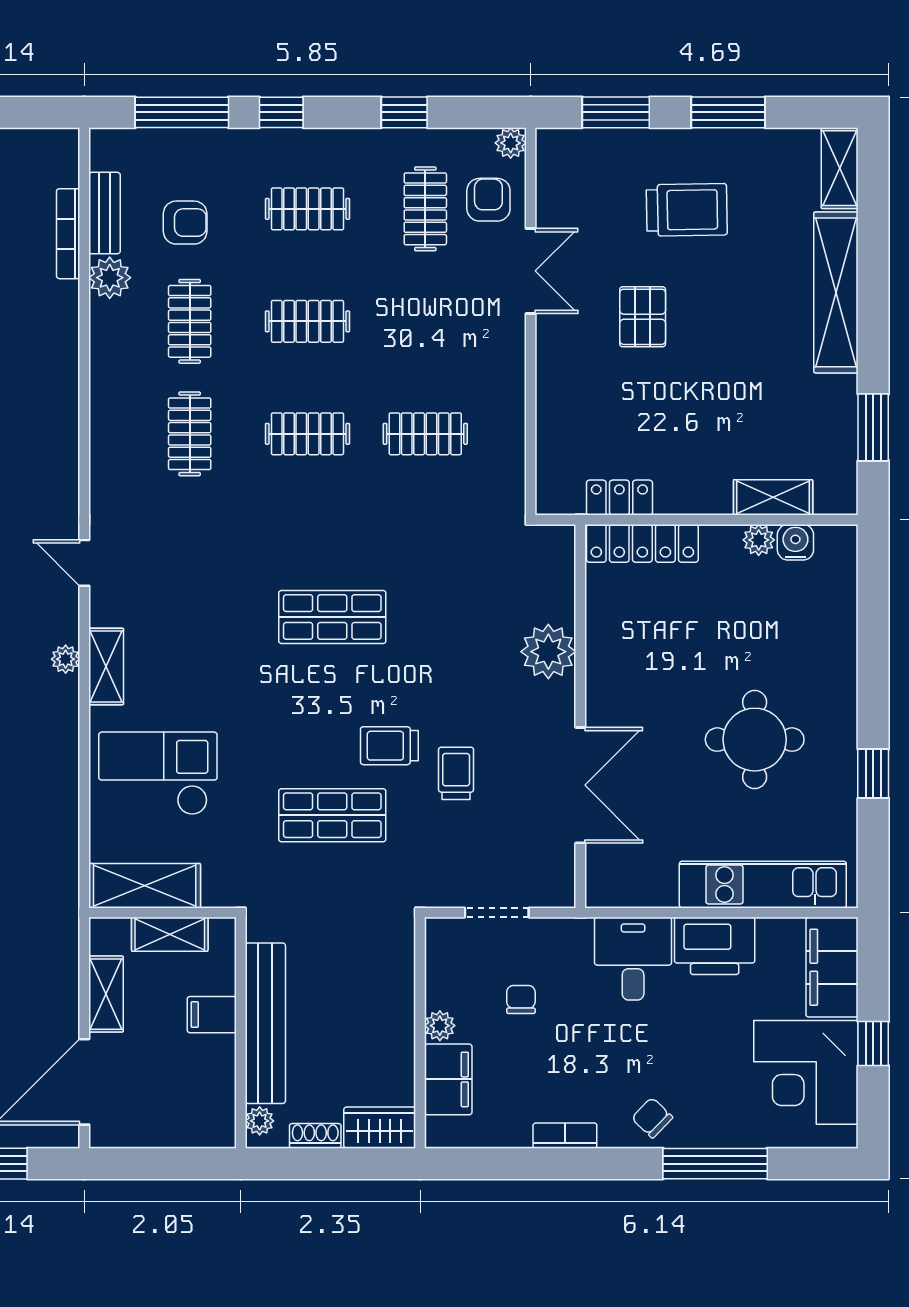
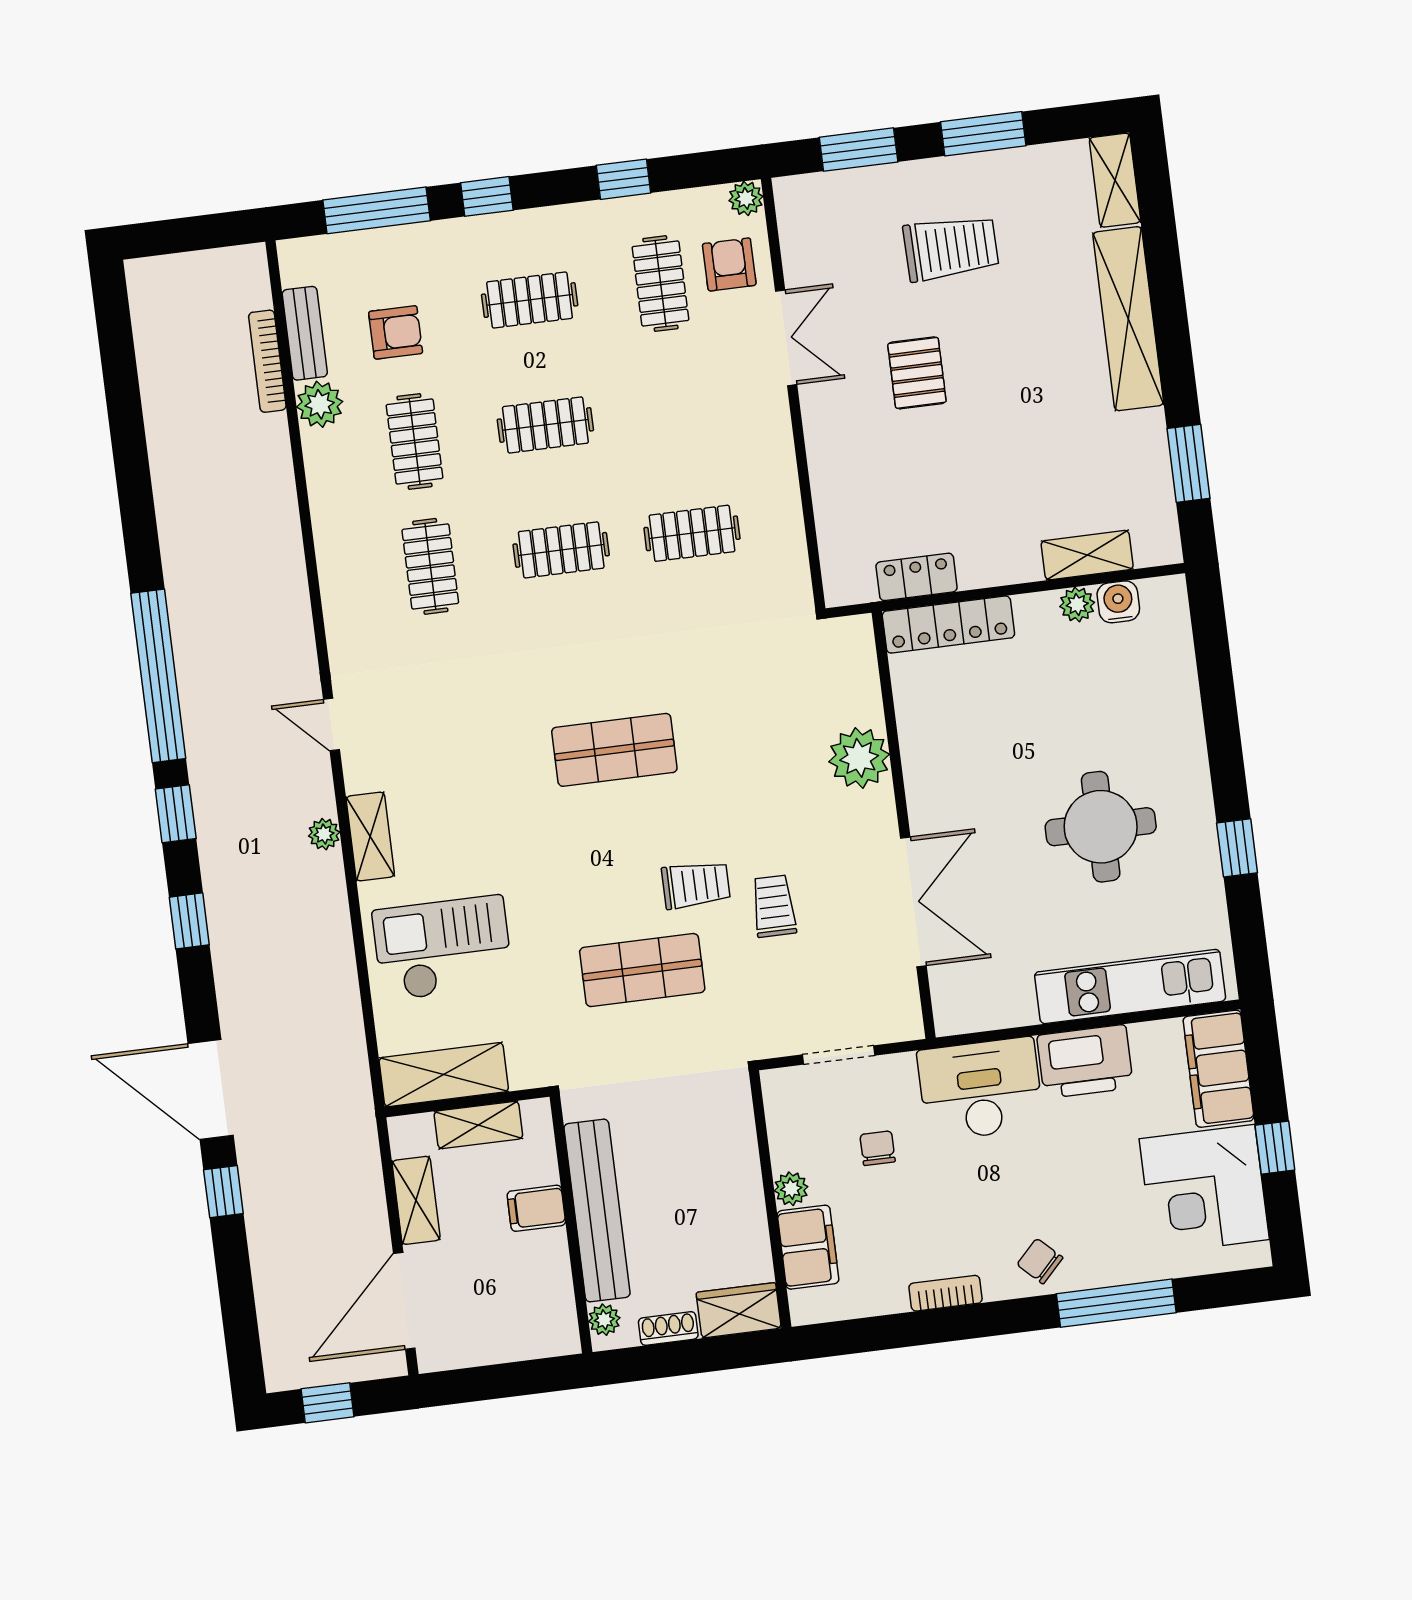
trolley: (389, 746) -> (696, 885), turned 180
desk: (633, 959) -> (980, 1089), width x1.37

